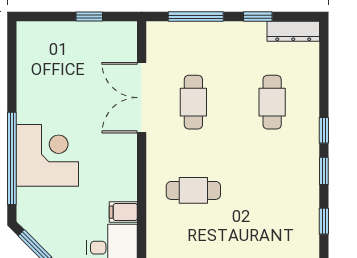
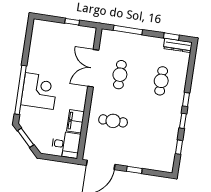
window: (258, 17) -> (171, 37), moved
filing cabinet: (123, 212) -> (75, 121), width x2.00

